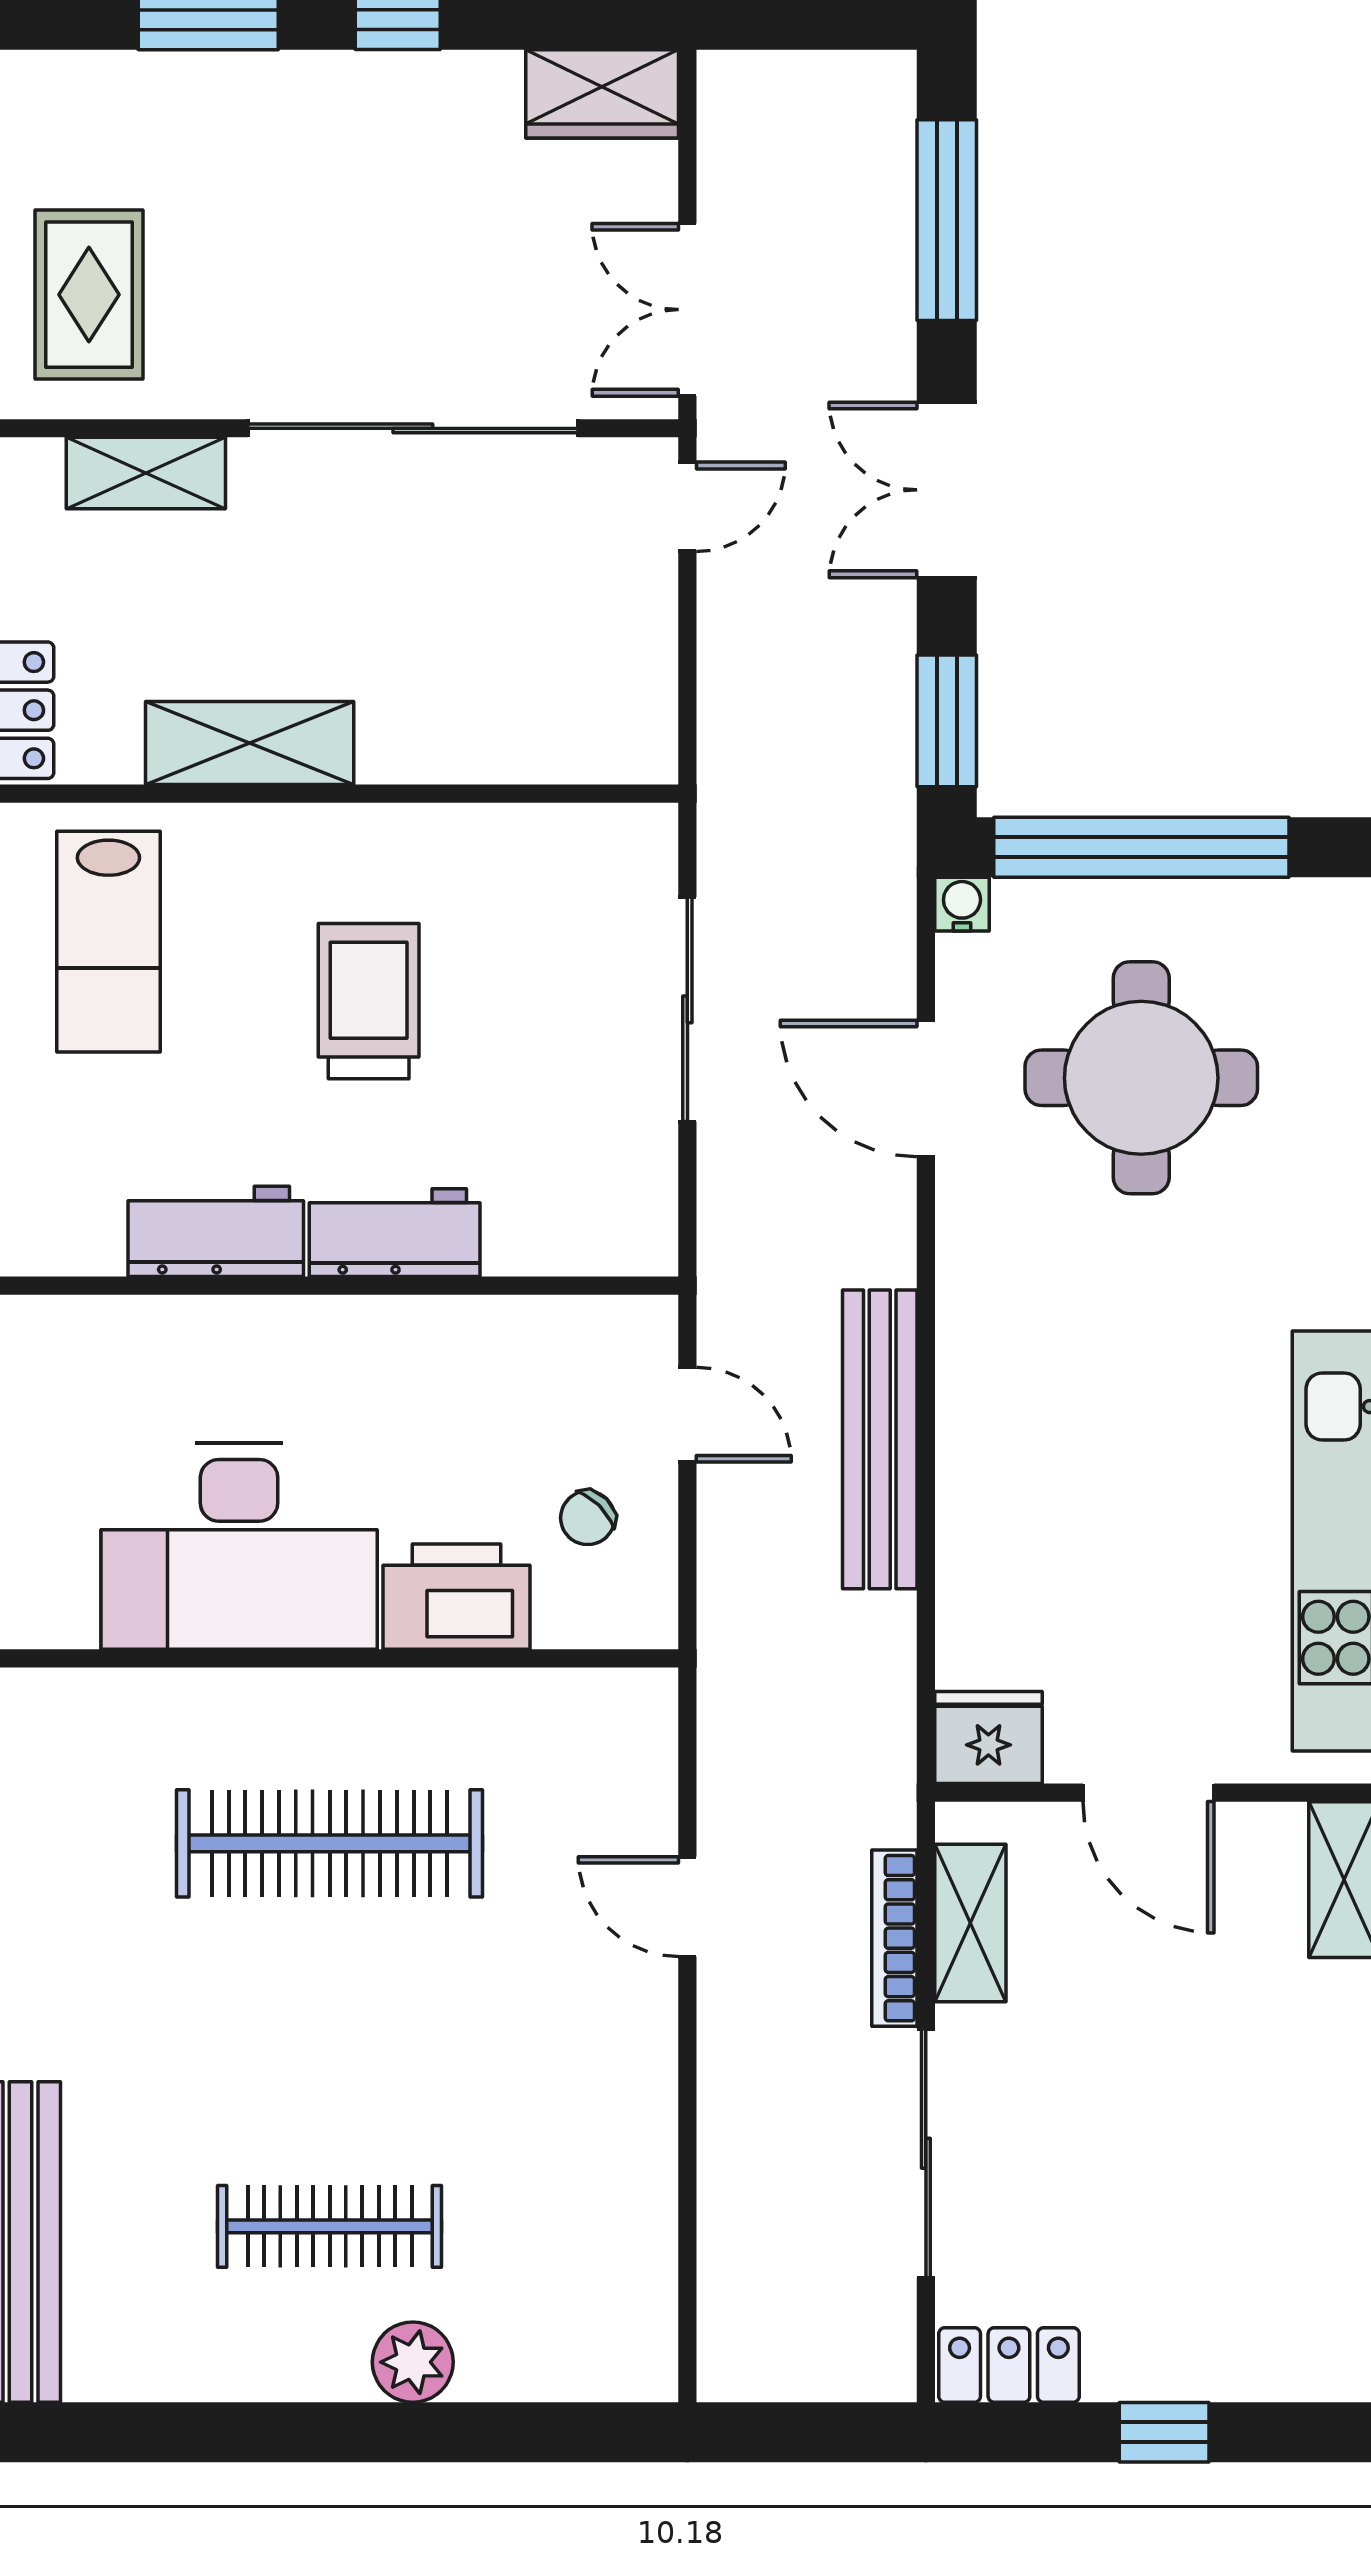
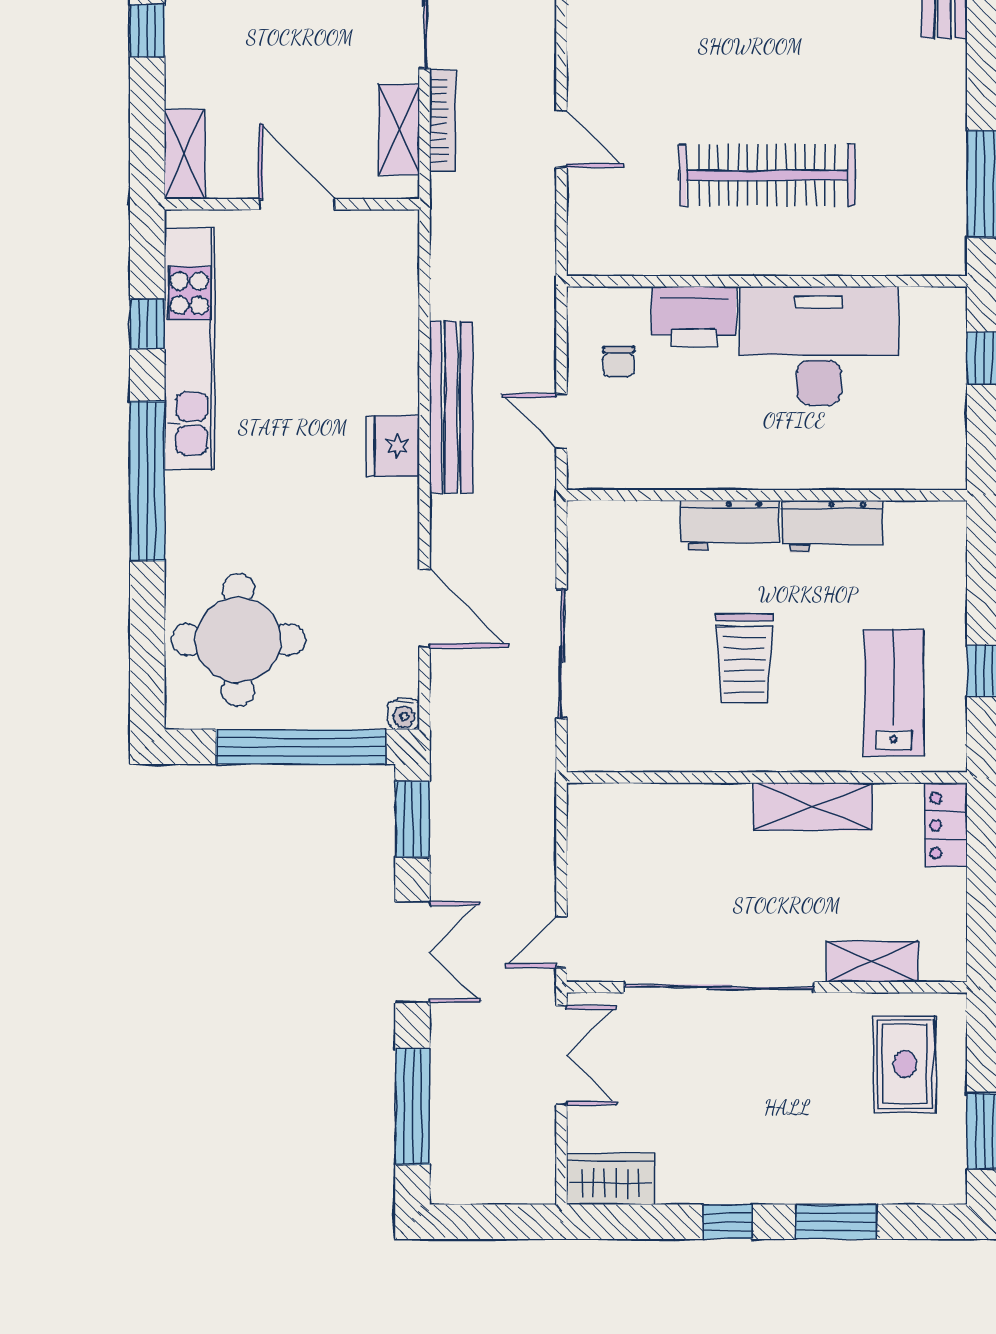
round table: (1141, 1078) -> (238, 640), moved
chair: (588, 1518) -> (619, 362), turned 135
fridge: (988, 1738) -> (393, 446), moved, turned 90

